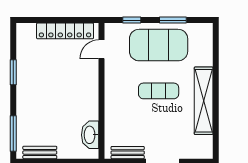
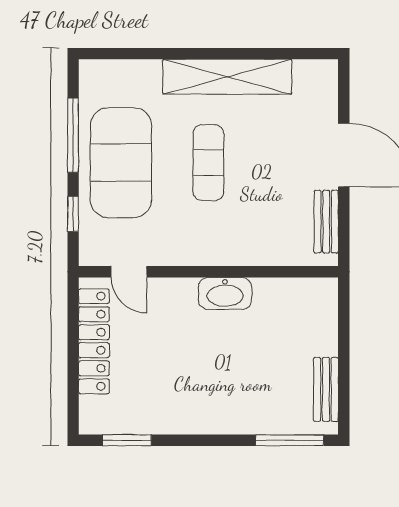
window: (173, 20) -> (73, 135), width x1.44
window: (13, 72) -> (127, 440), moved
washbasin: (90, 135) -> (225, 293), moved

